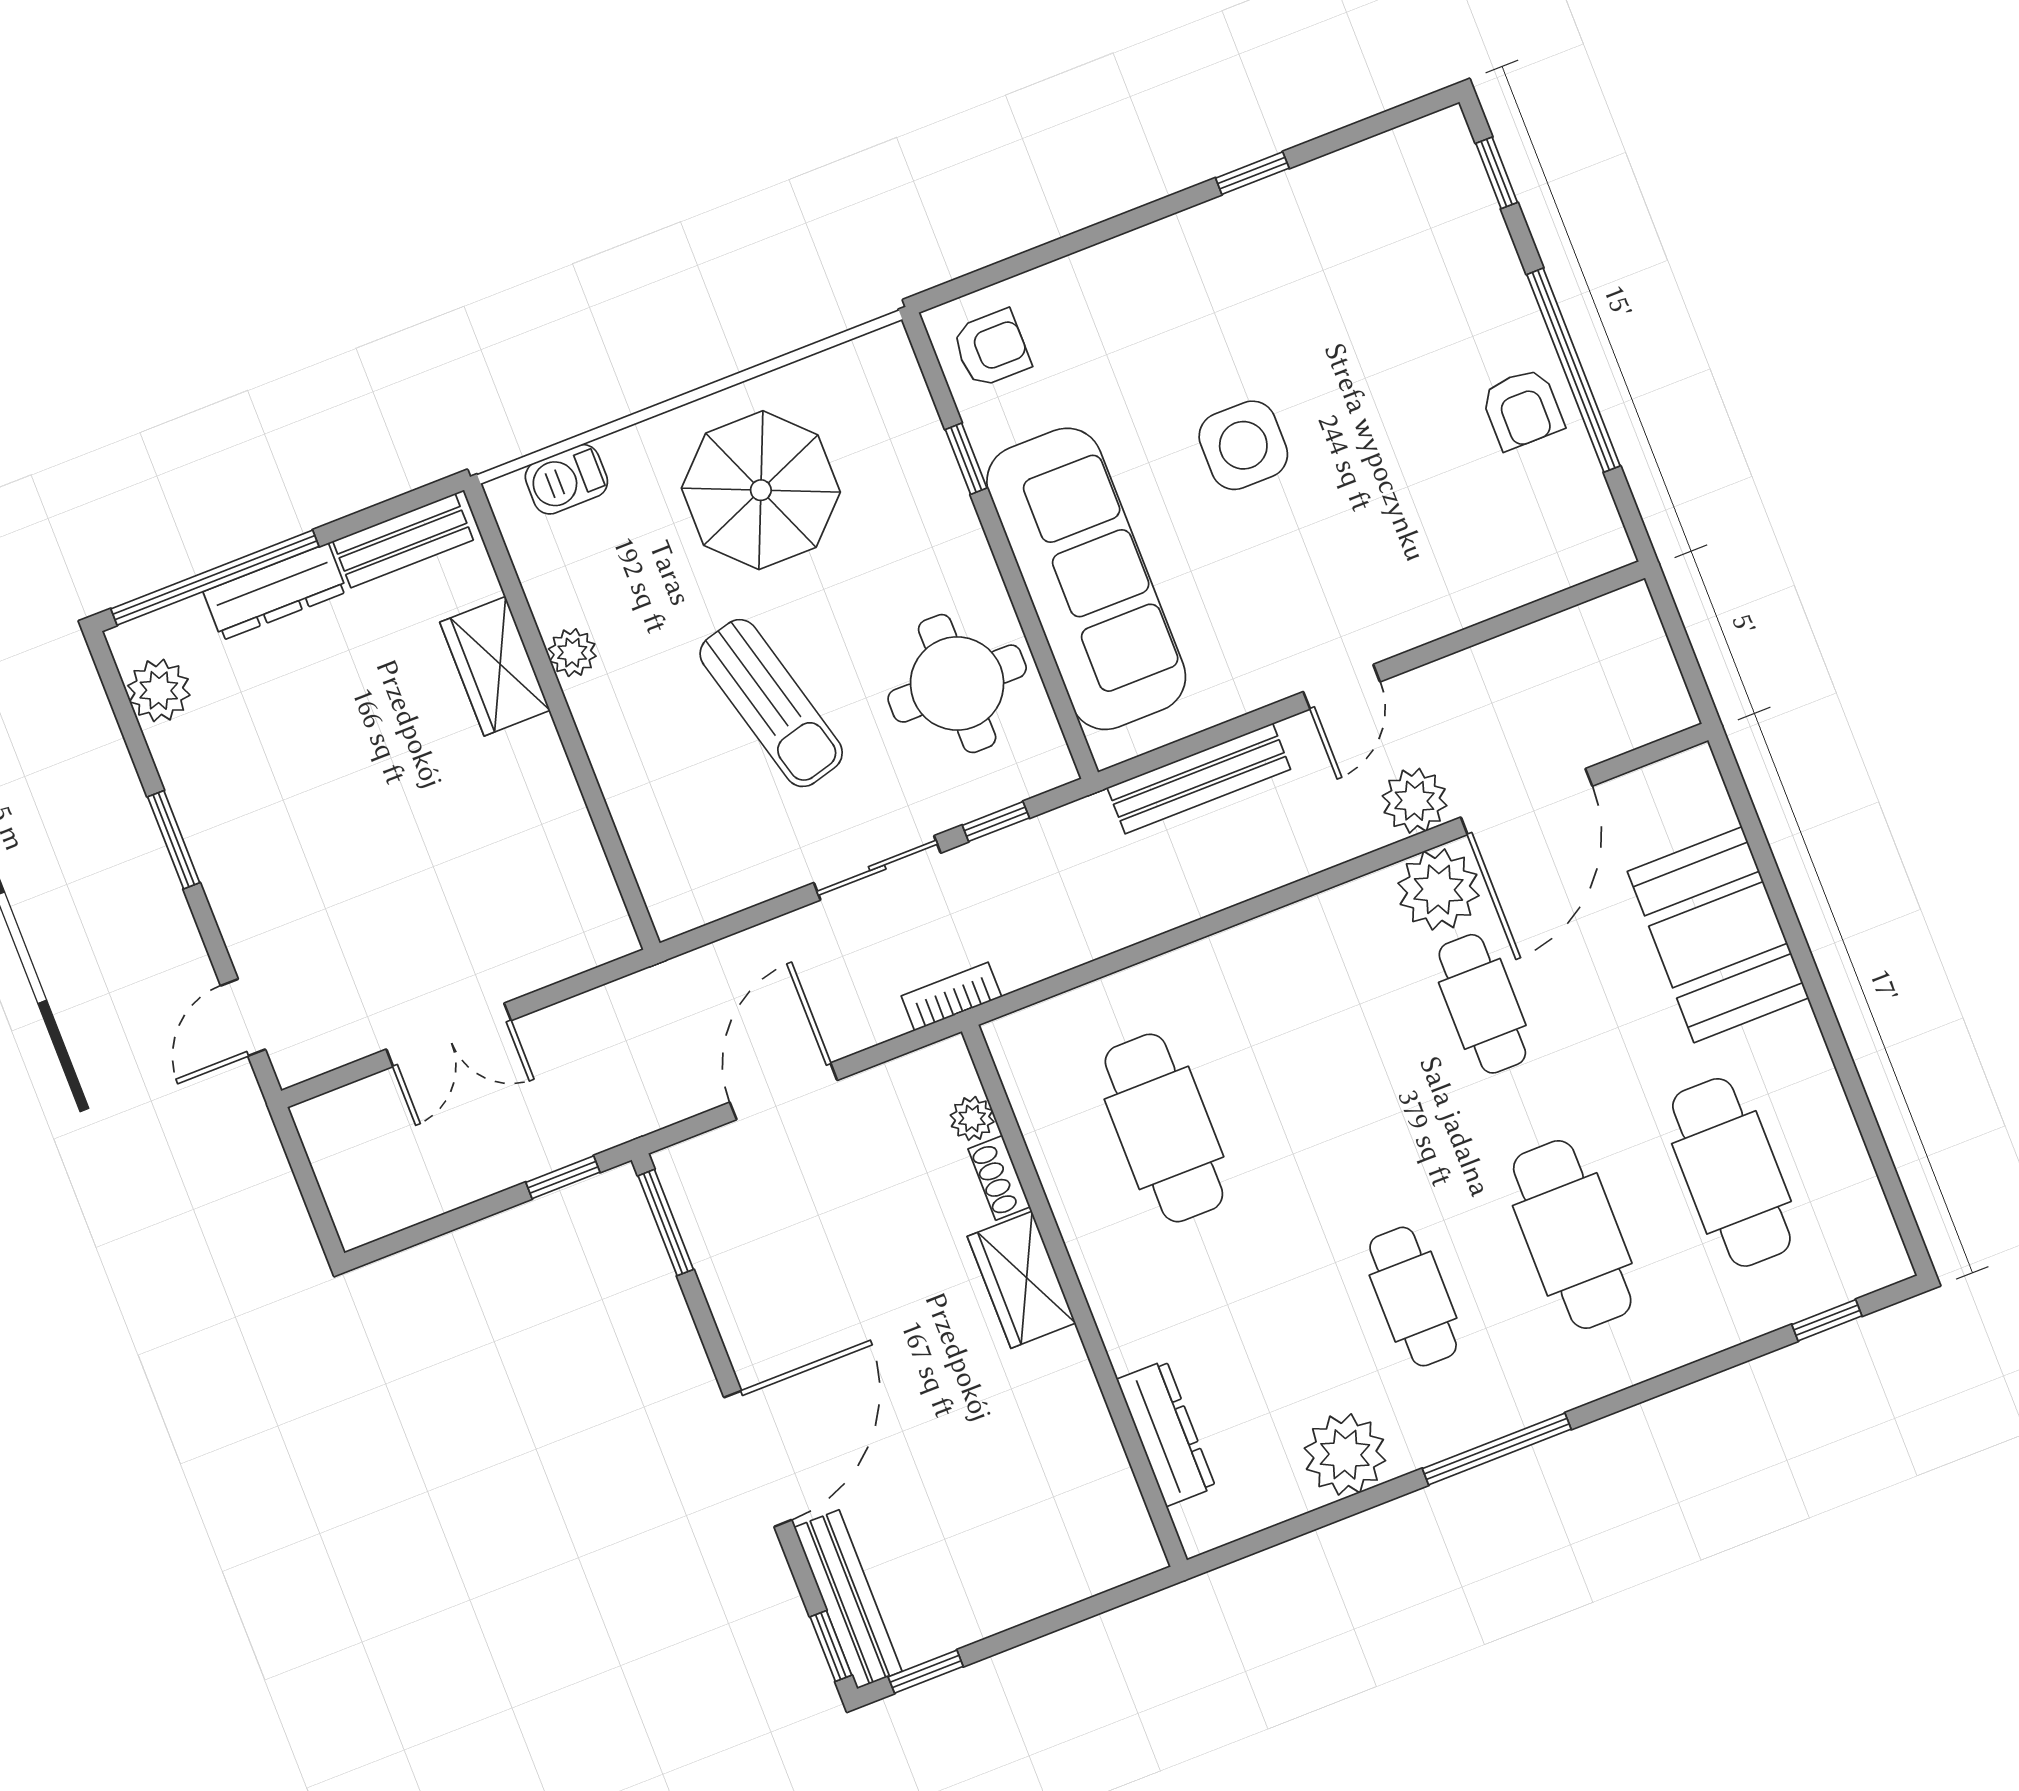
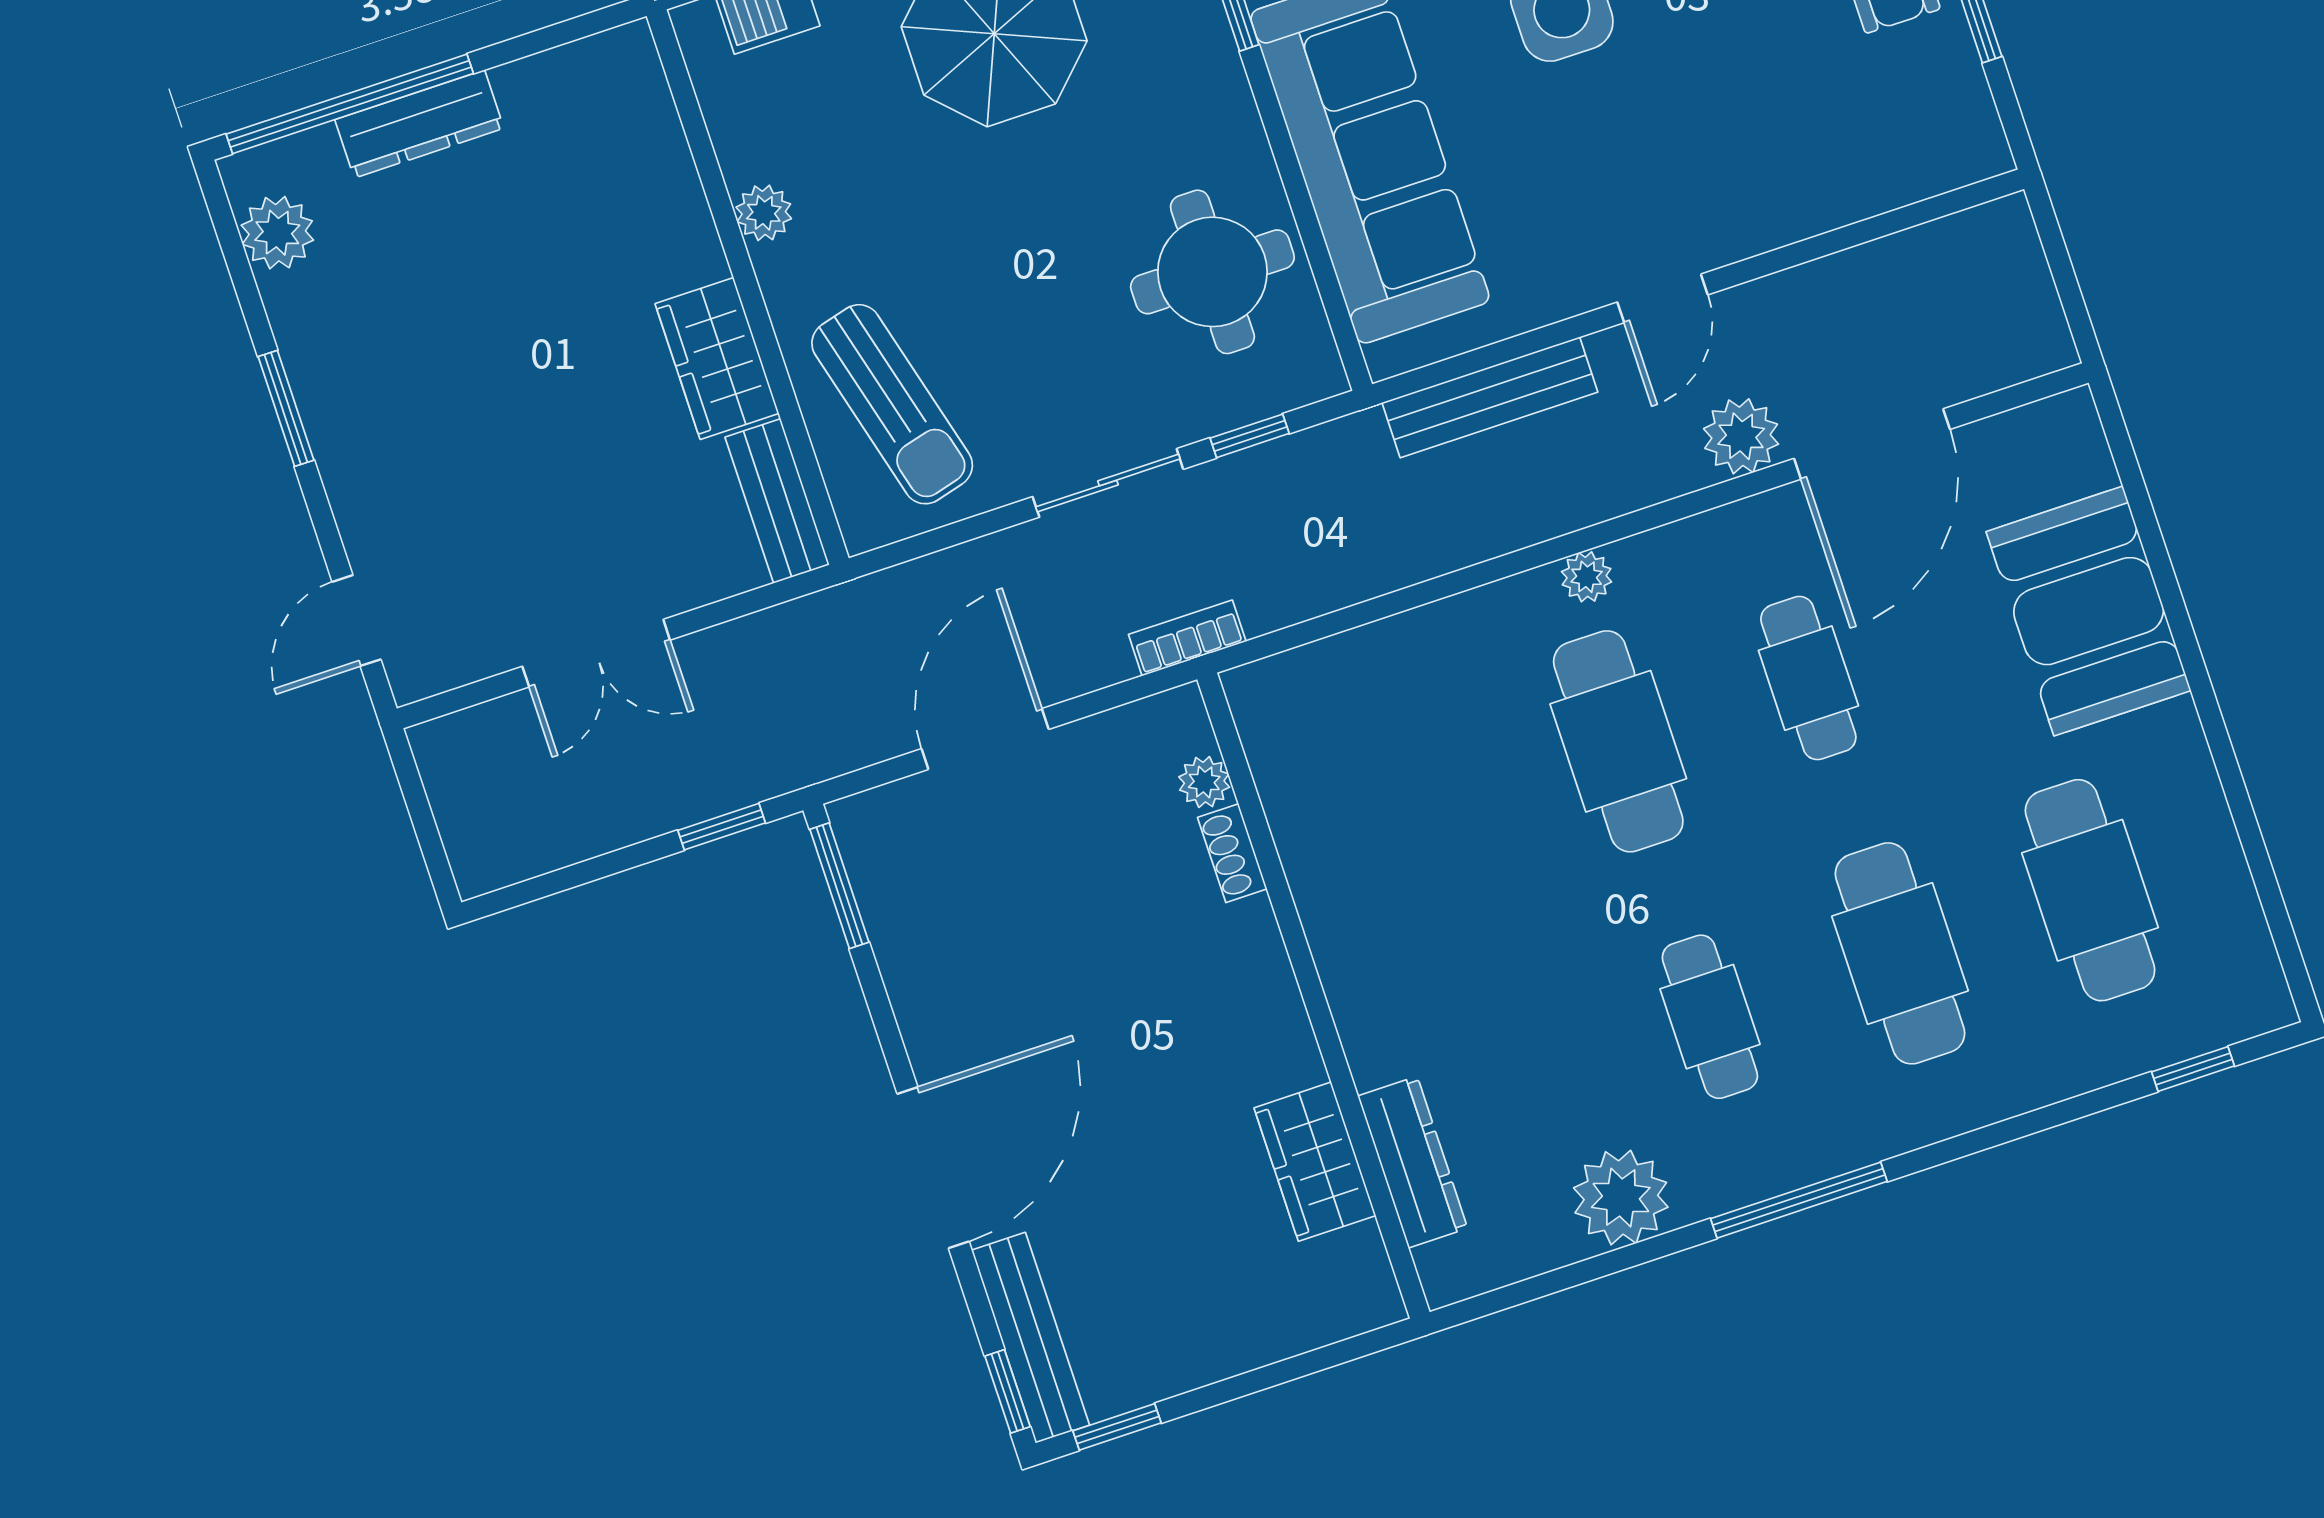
bench: (403, 541) -> (777, 501), moved, turned 90
wardrobe: (495, 666) -> (717, 359), moved
sun lounger: (771, 703) -> (892, 404), moved
plant: (1438, 889) -> (1587, 577), moved, width x0.53, depth x0.53
cafe table: (1164, 1128) -> (1618, 741), moved
wardrobe: (1021, 1280) -> (1315, 1162), moved

